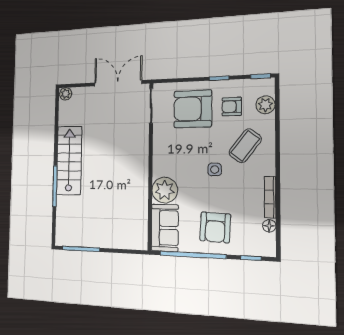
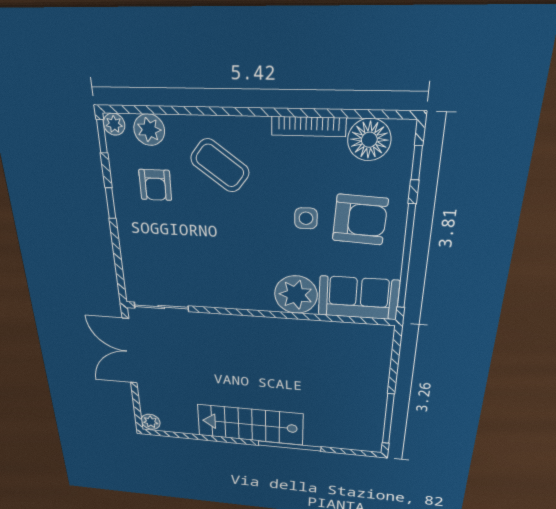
plant: (268, 84) -> (114, 124), added
armchair: (193, 109) -> (163, 246), removed
side table: (215, 169) -> (306, 218), moved
floor lamp: (269, 226) -> (369, 140), width x1.89, depth x1.89

